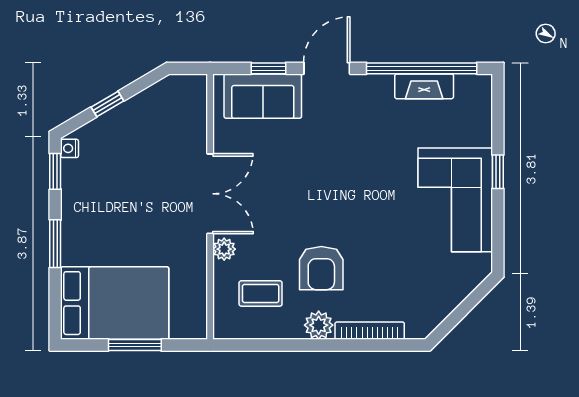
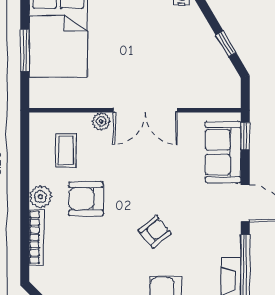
window: (268, 68) -> (245, 136), moved
window: (107, 104) -> (226, 44), moved
armchair: (363, 182) -> (155, 232), added

